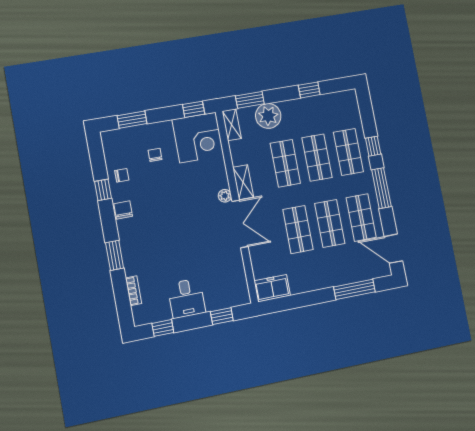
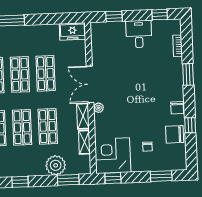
shelving: (232, 125) -> (84, 142), moved
chair: (122, 175) -> (175, 134), width x1.87, depth x1.87

